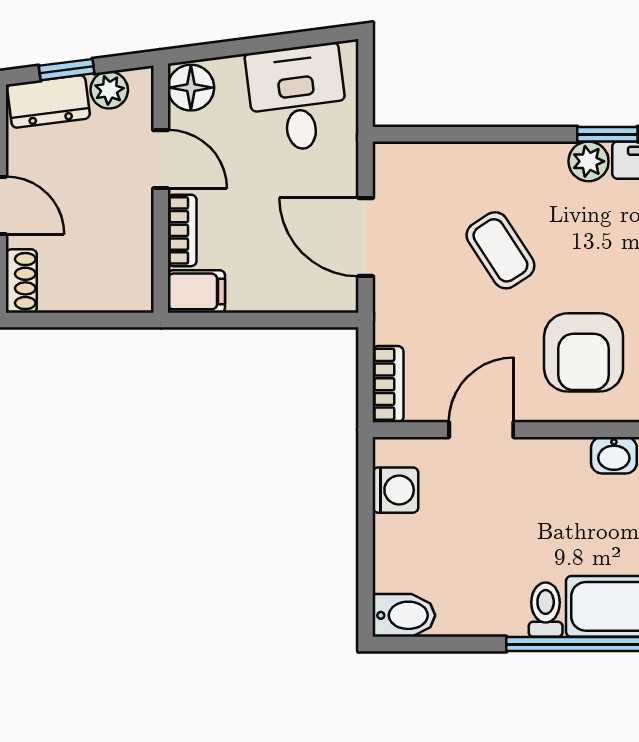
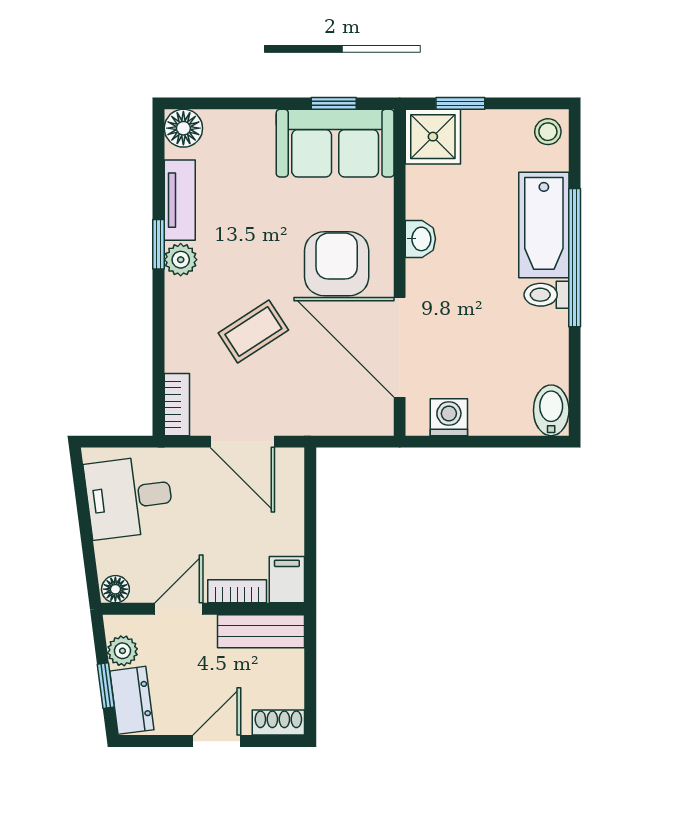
floor lamp: (191, 88) -> (115, 589), width x0.73, depth x0.73
door: (366, 237) -> (242, 442), hinge flipped
bench: (133, 260) -> (261, 631), added
armchair: (584, 352) -> (337, 264), turned -90
bookcase: (388, 384) -> (177, 405), moved, turned 90
door: (481, 430) -> (400, 347), width x1.88

